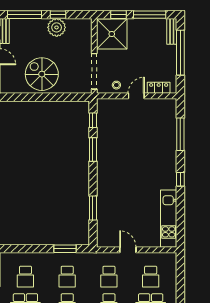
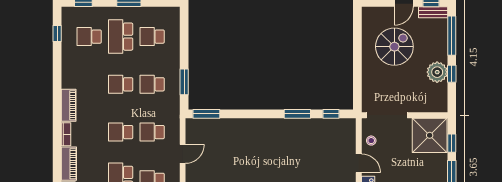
spiral stairs: (42, 74) -> (394, 47), moved
window: (93, 208) -> (206, 114), moved

